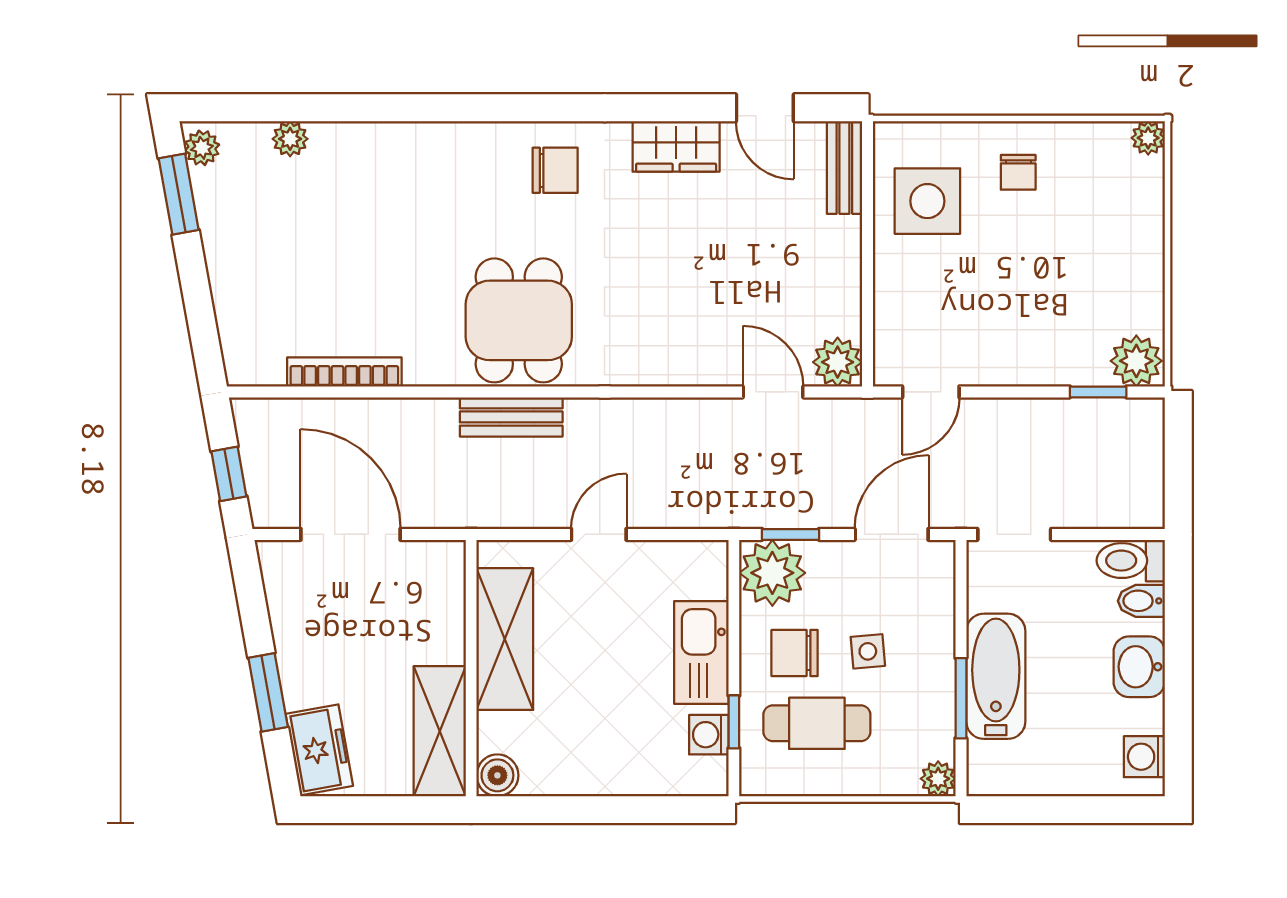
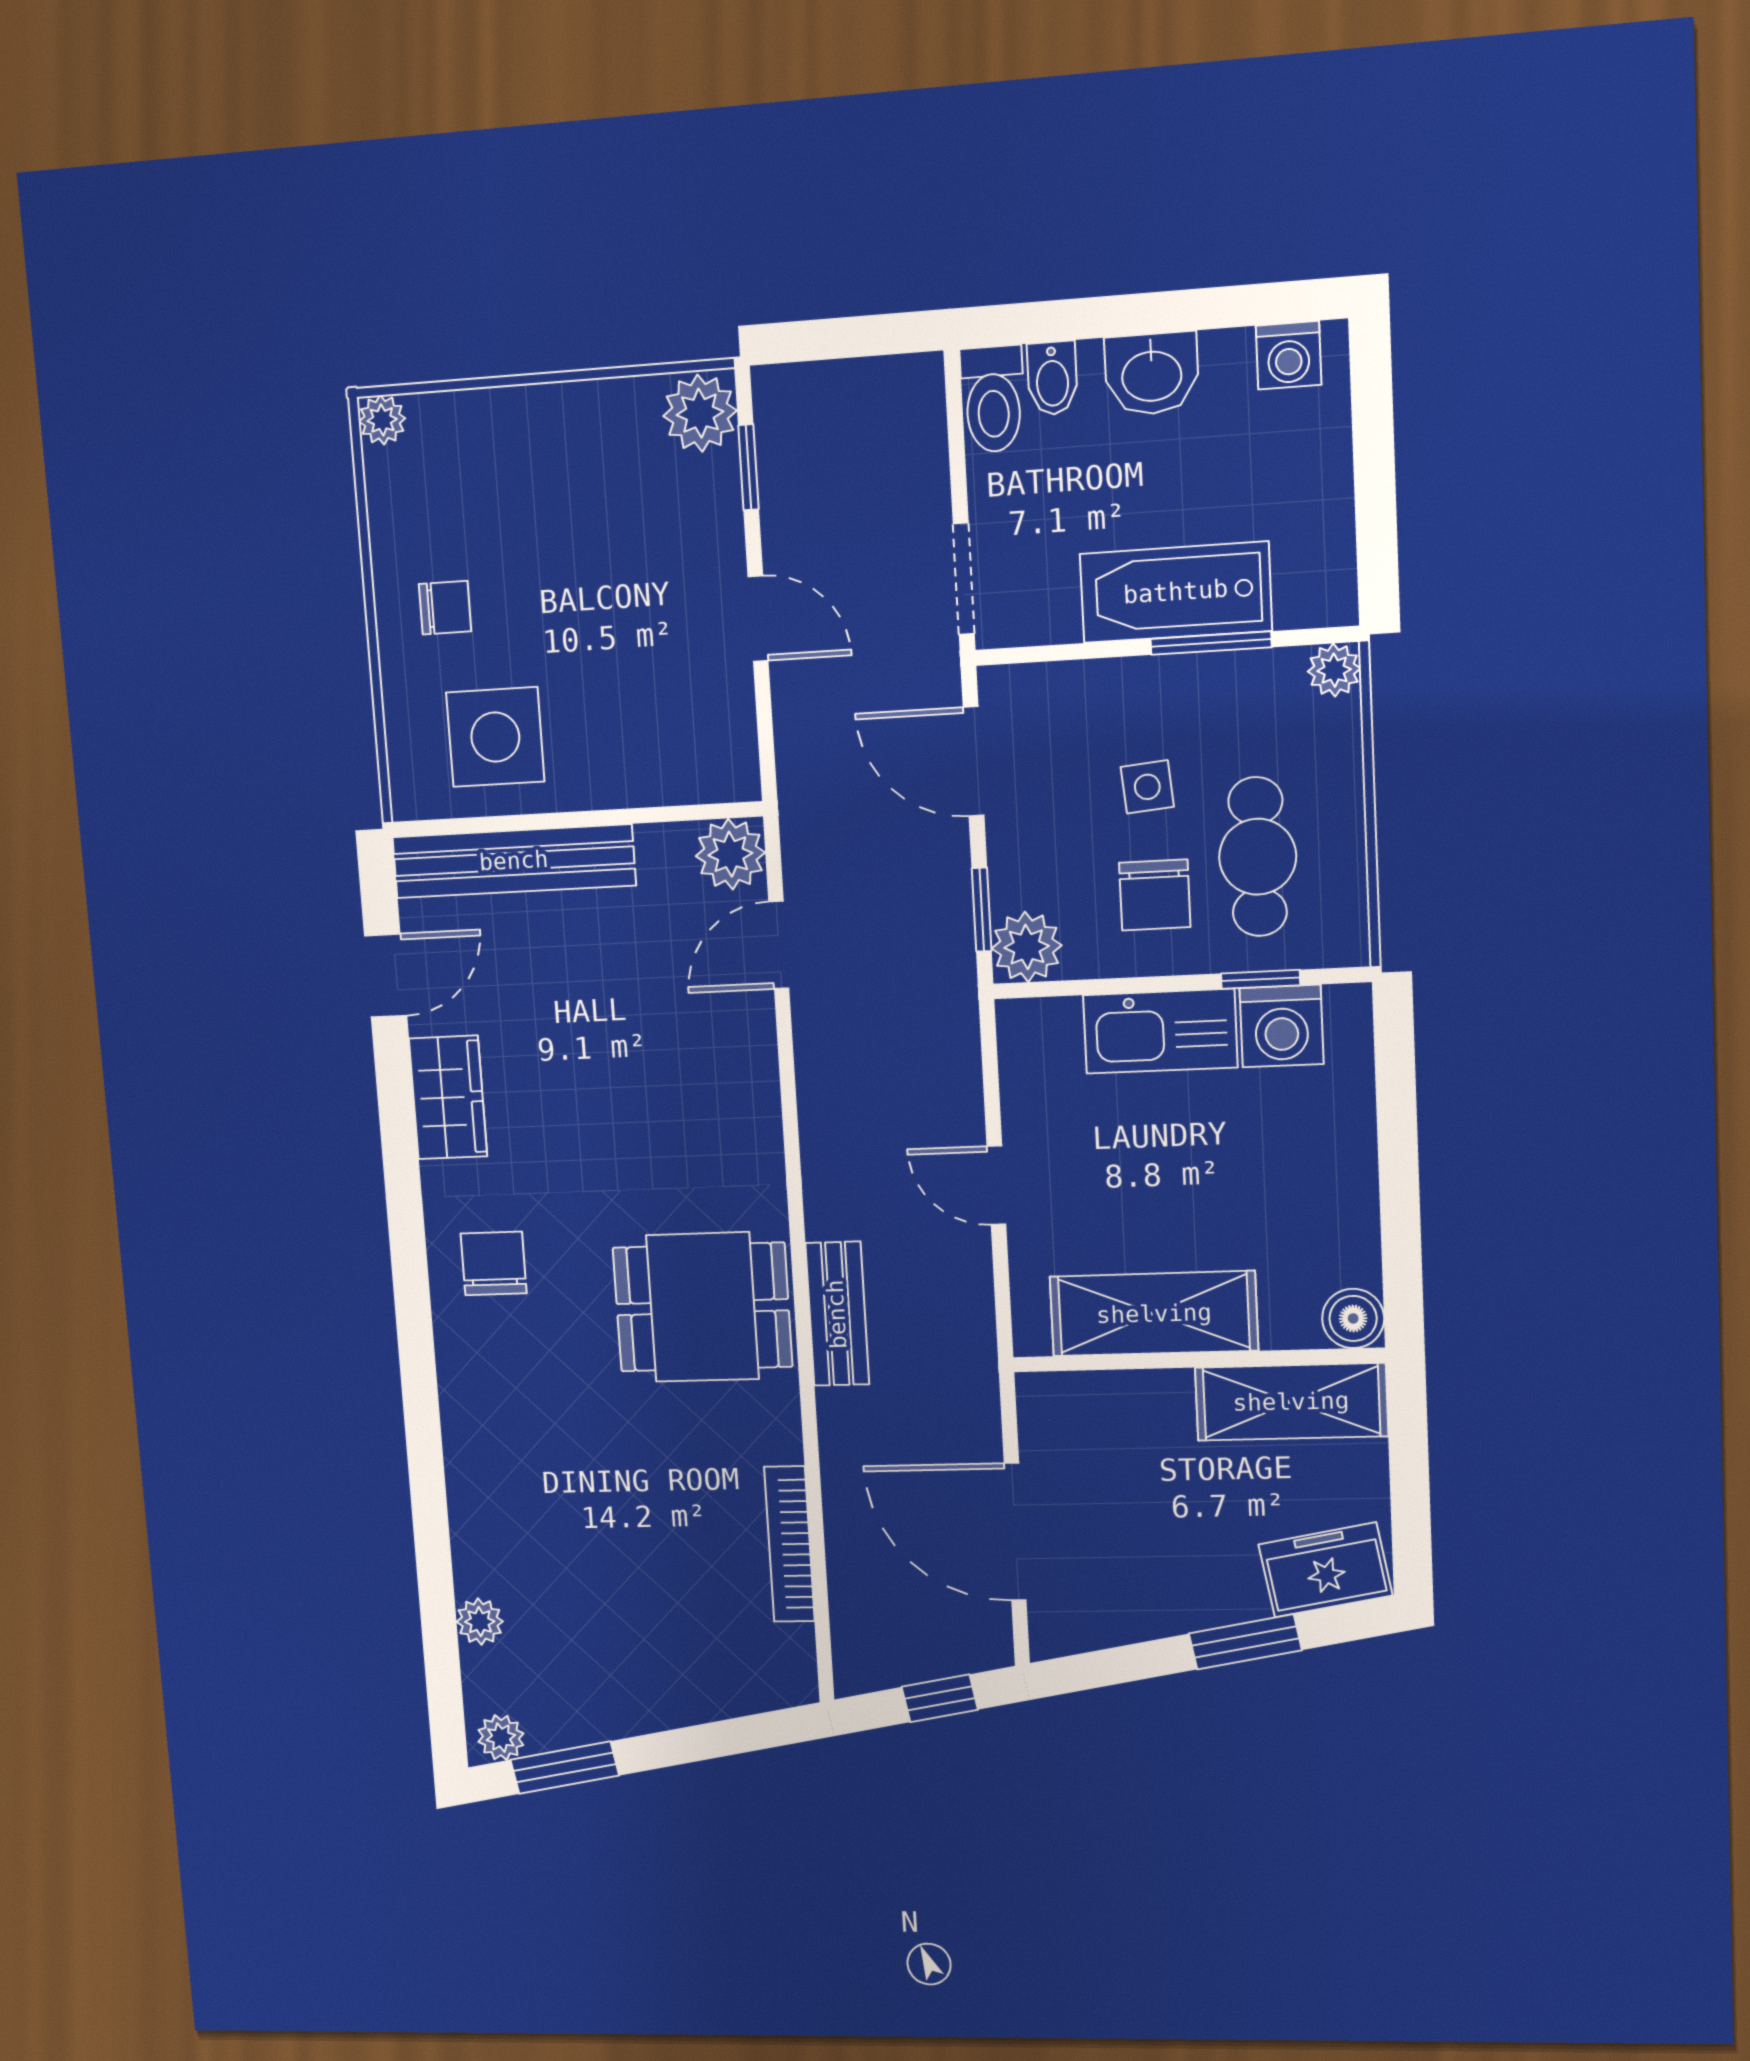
bench: (844, 167) -> (514, 861), width x1.86, depth x1.21
door: (931, 392) -> (758, 619), moved
door: (351, 534) -> (1015, 1532), hinge flipped
plant: (772, 573) -> (1027, 947), width x0.73, depth x0.73
washing machine: (709, 735) -> (1282, 1026), width x1.38, depth x1.38

